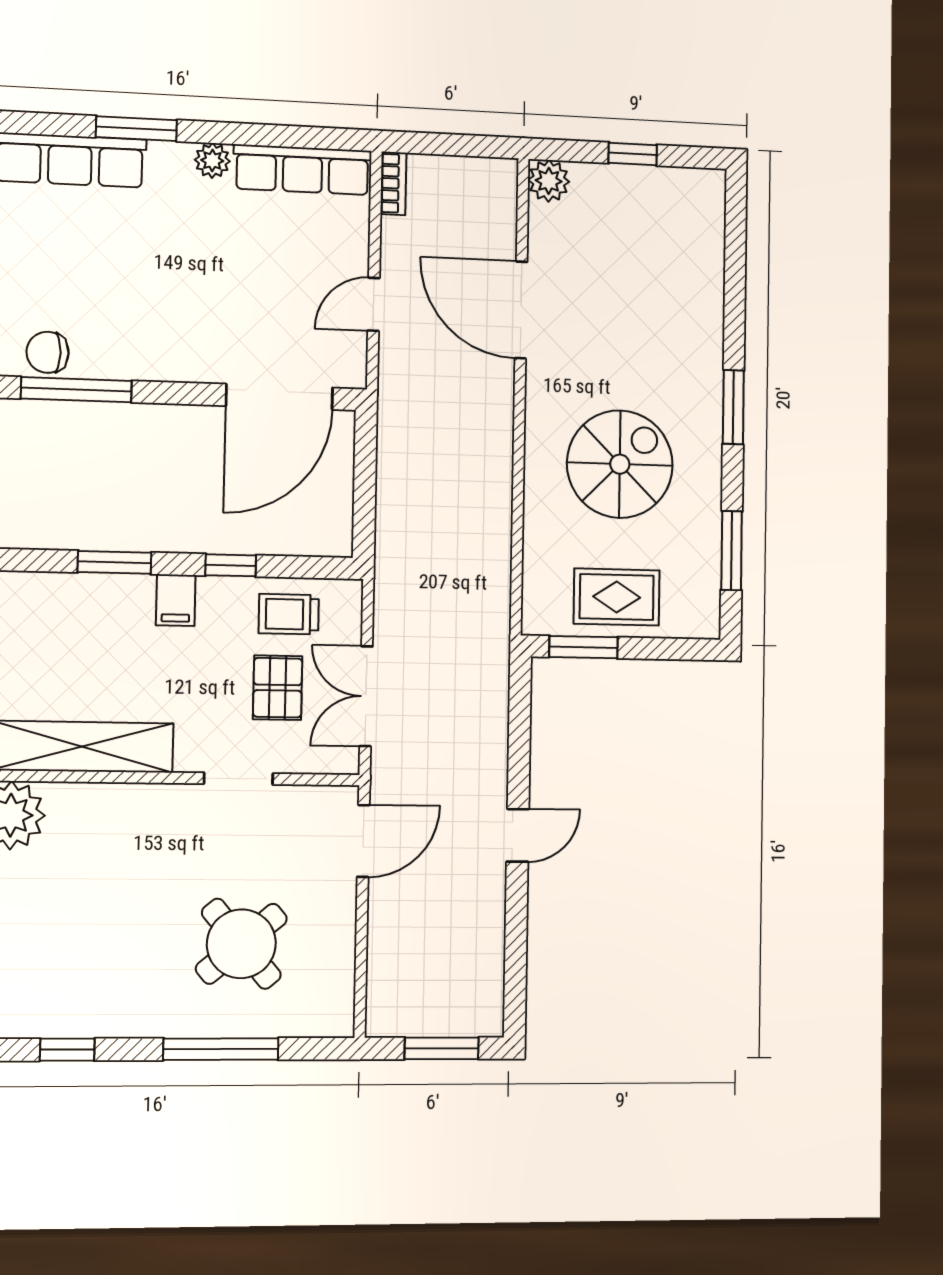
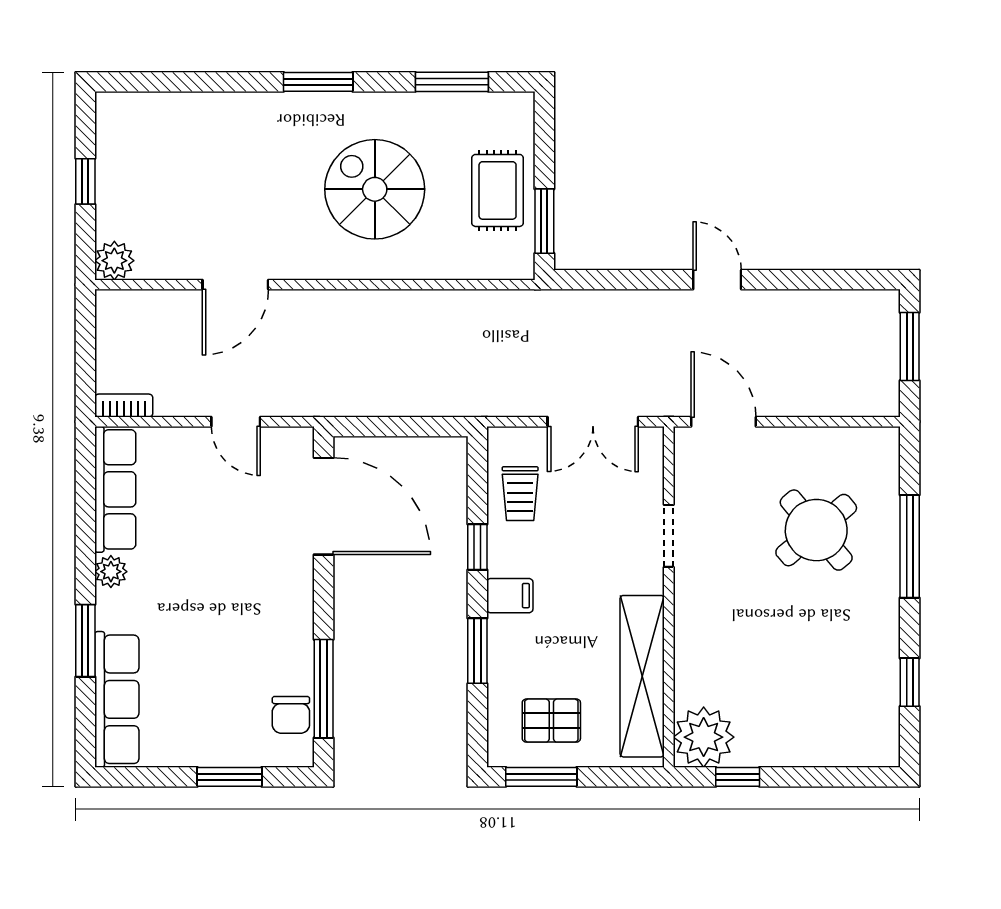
door: (521, 310) -> (235, 285), width x0.73
pallet: (278, 688) -> (551, 721), moved

